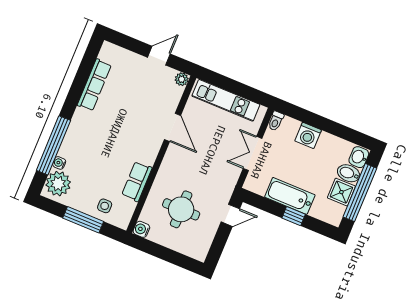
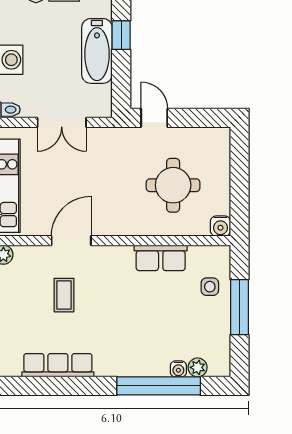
coffee table: (139, 108) -> (64, 295), added
plant: (58, 184) -> (198, 367), width x0.53, depth x0.53

